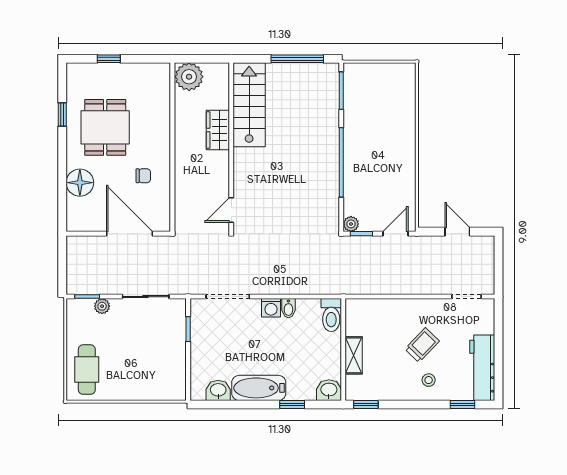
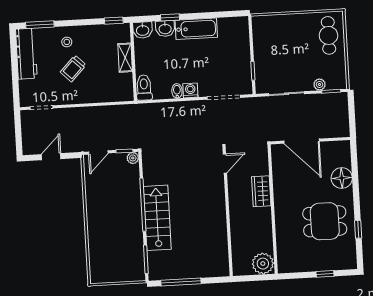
stairs: (249, 105) -> (157, 218), moved, turned 180
dining table: (105, 127) -> (325, 221), turned 90
wardrobe: (218, 130) -> (261, 191), moved, turned 180
chair: (143, 176) -> (294, 186), removed
door: (457, 232) -> (51, 157), swing flipped
washbasin: (218, 390) -> (165, 29), moved
window: (462, 405) -> (40, 25), width x1.50

